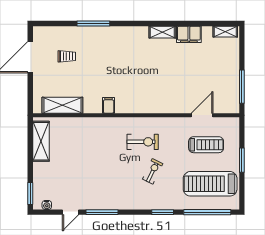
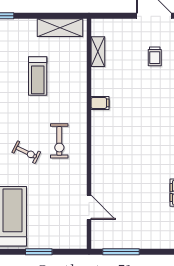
shelving: (62, 105) -> (98, 52), width x0.67, depth x0.75
treadmill: (206, 145) -> (38, 76), moved

